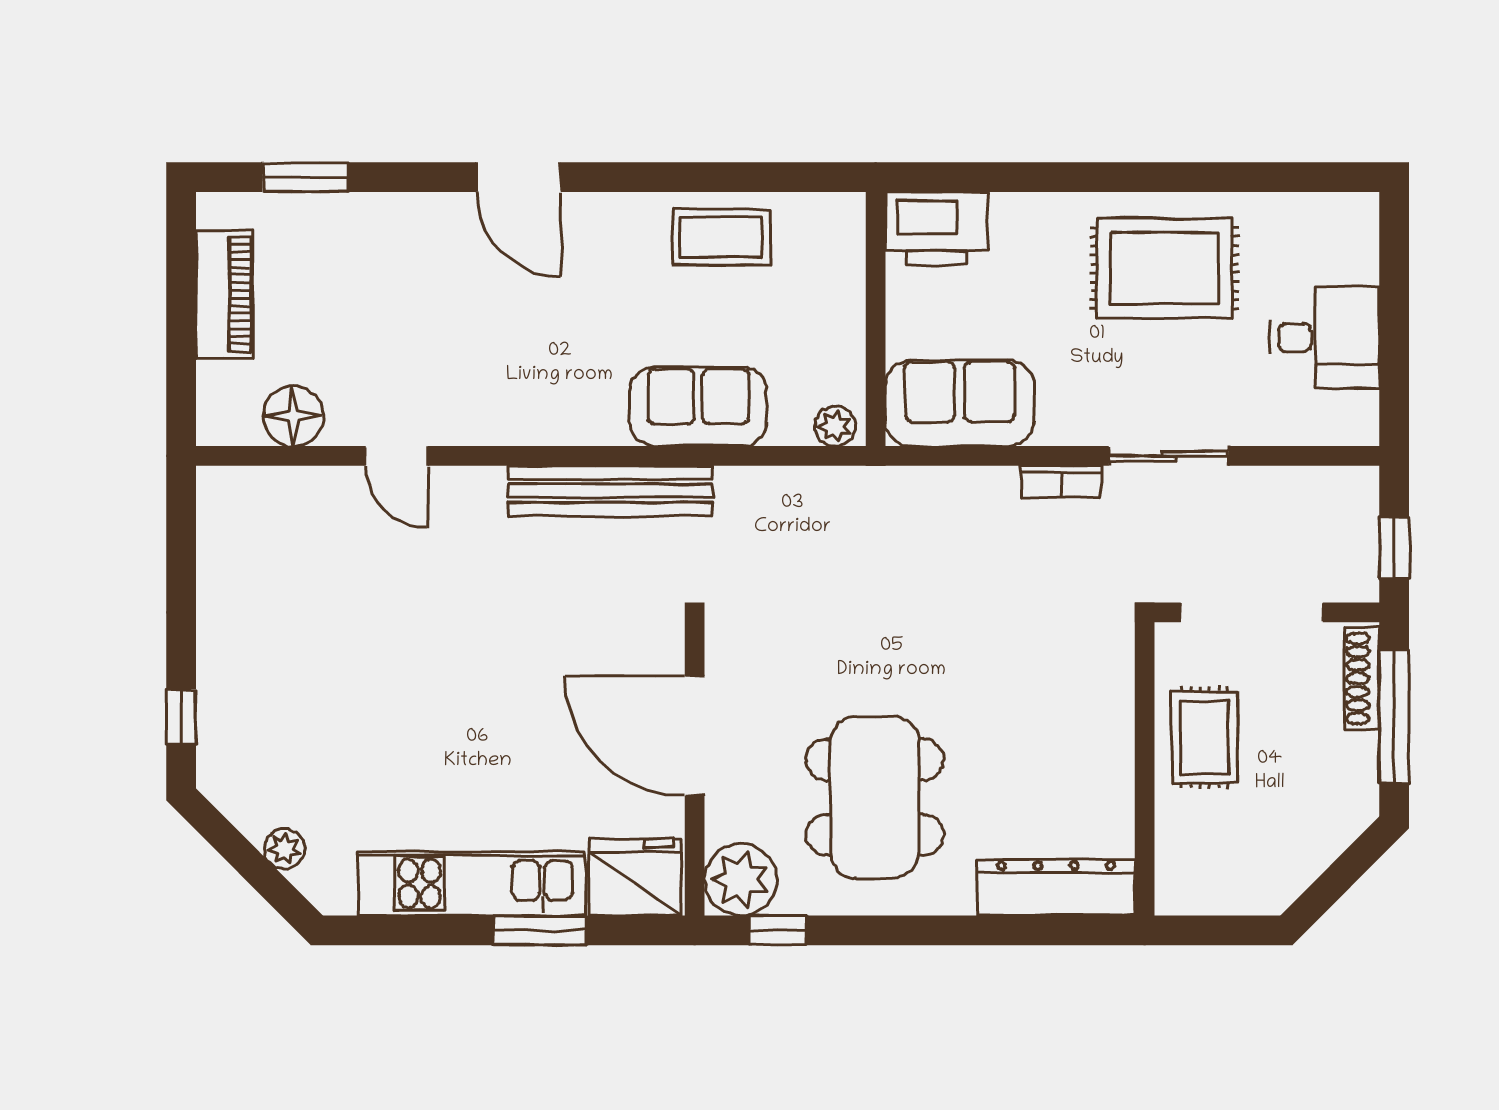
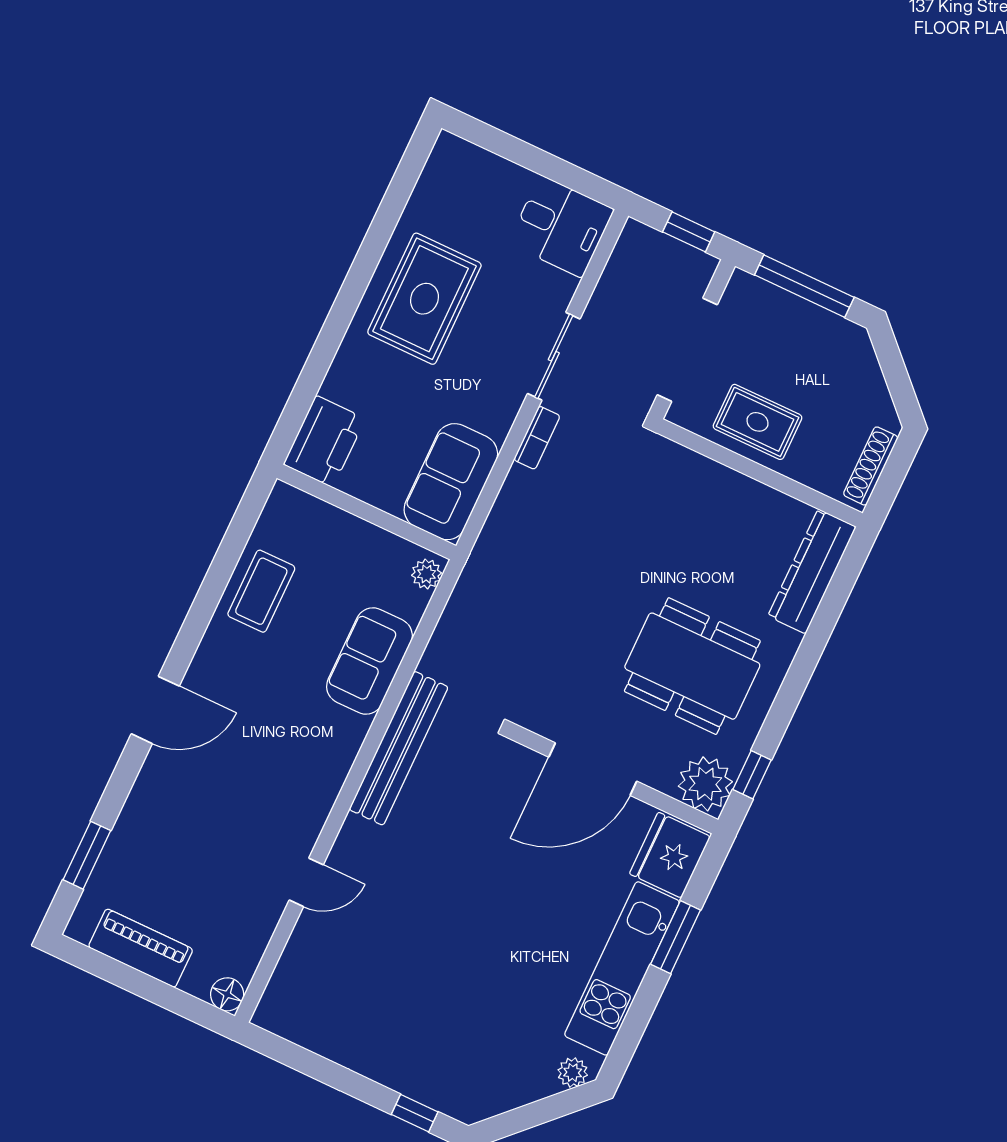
desk: (1325, 338) -> (561, 226), moved, turned 90
floor lamp: (294, 416) -> (227, 994), moved, width x0.73, depth x0.73
shoe rack: (1362, 678) -> (871, 466), moved, turned 90
plant: (284, 849) -> (573, 1073), moved

